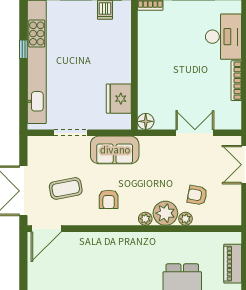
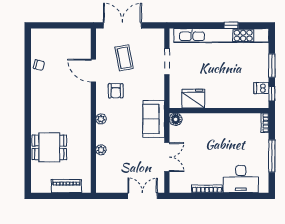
sofa: (115, 150) -> (154, 119), moved
armchair: (197, 195) -> (119, 159), removed
armchair: (109, 199) -> (116, 91), turned -90
plant: (165, 213) -> (105, 134), removed
door: (46, 229) -> (93, 71), moved

